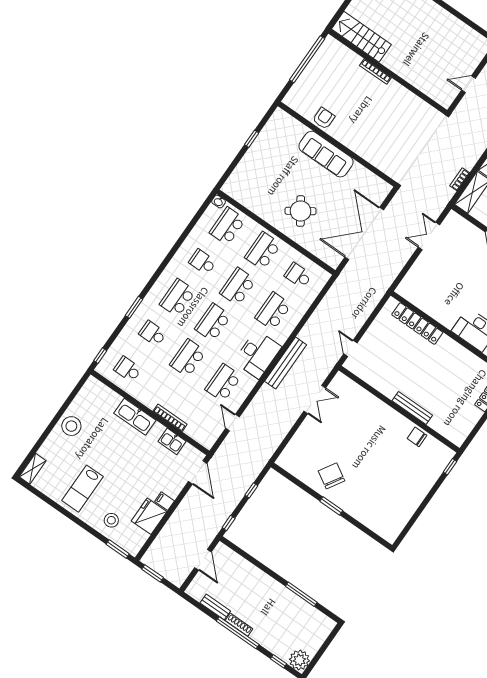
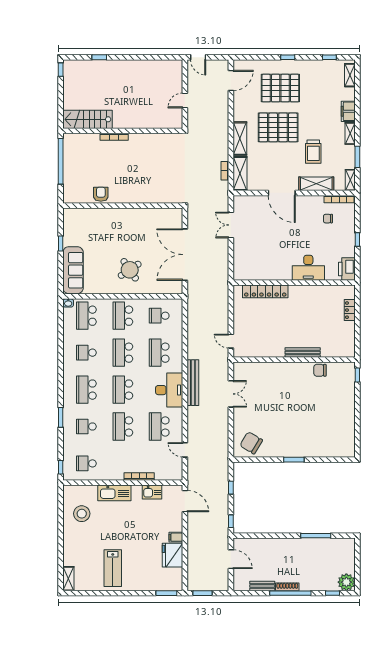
sofa: (326, 154) -> (73, 270), moved, turned -90
stool: (71, 426) -> (82, 514), moved
chair: (331, 476) -> (251, 443), moved
stool: (111, 520) -> (148, 576), removed

